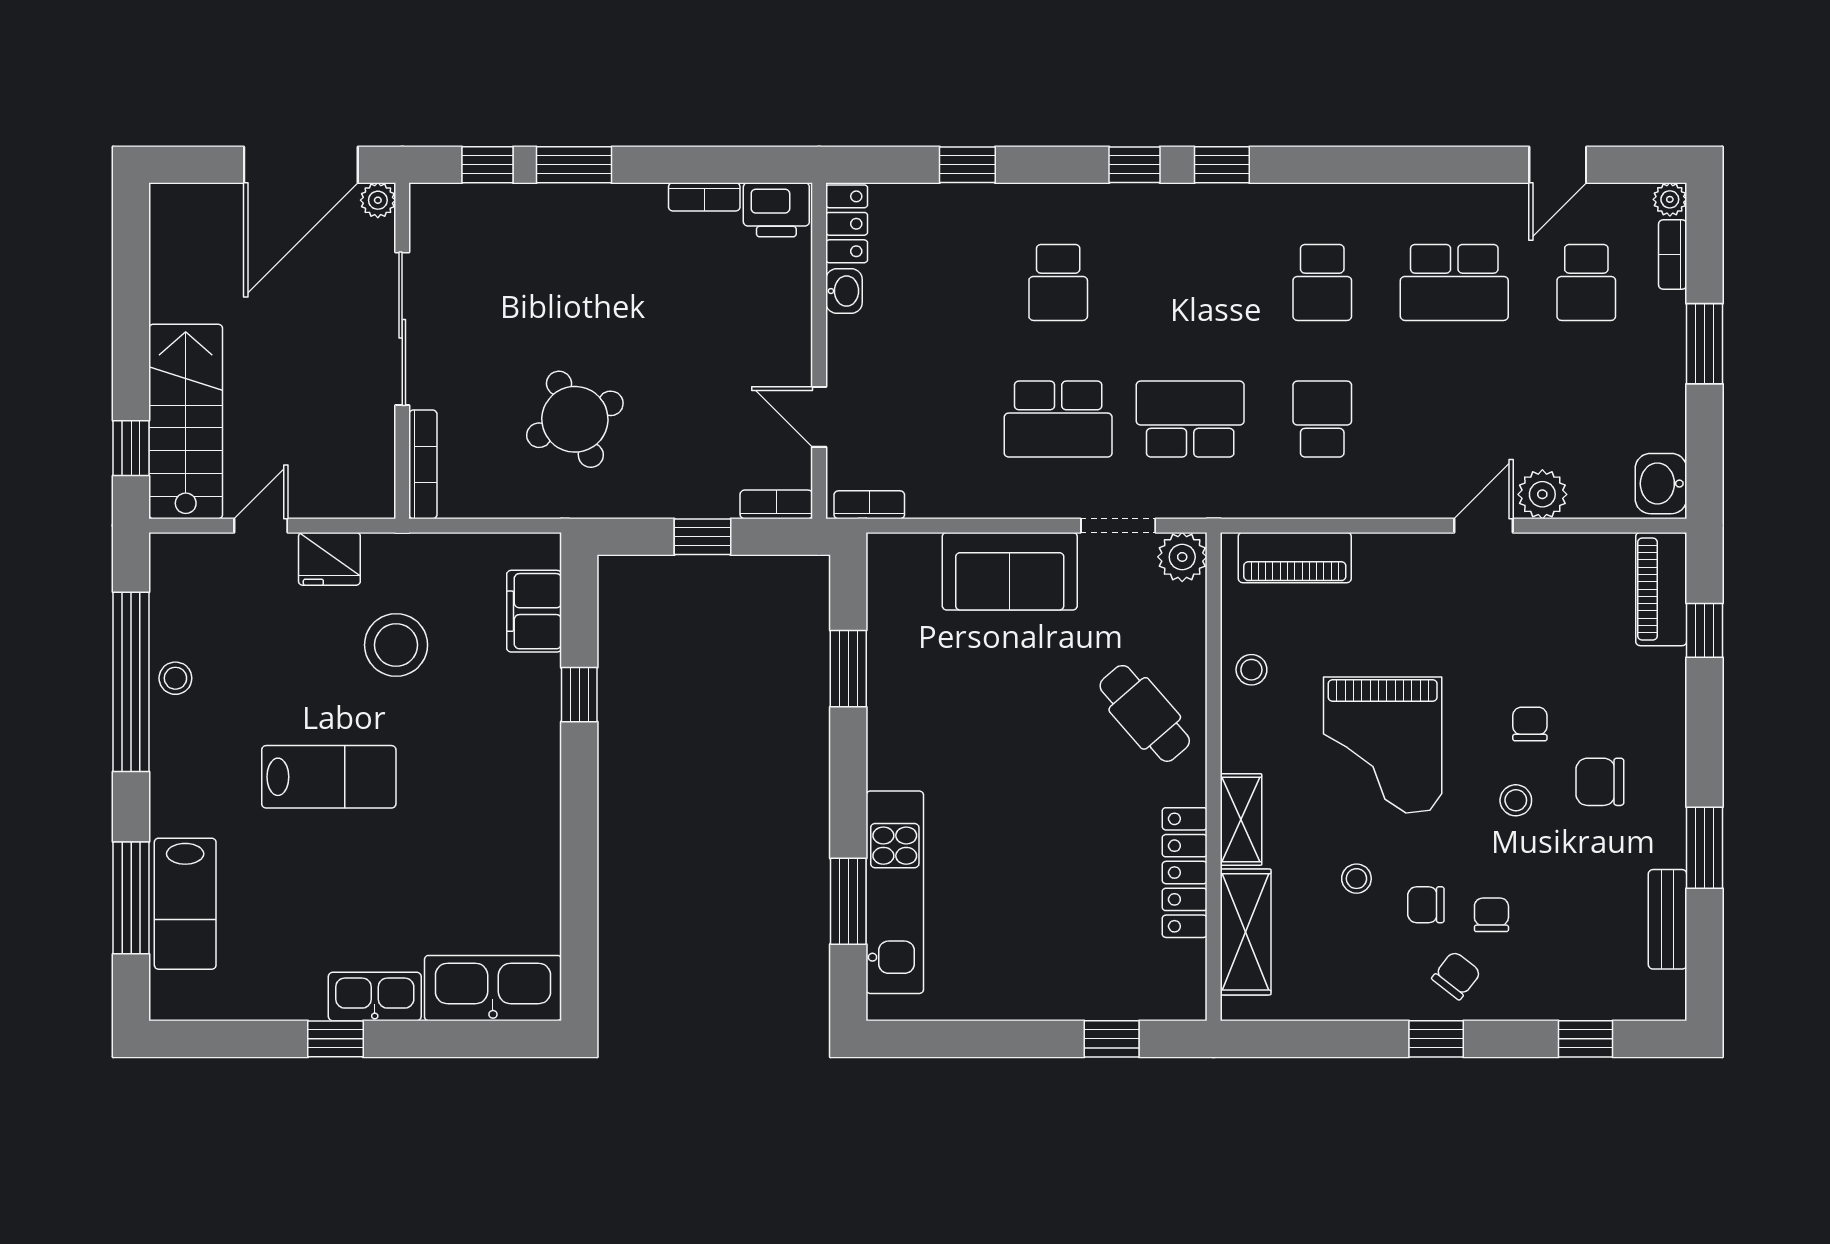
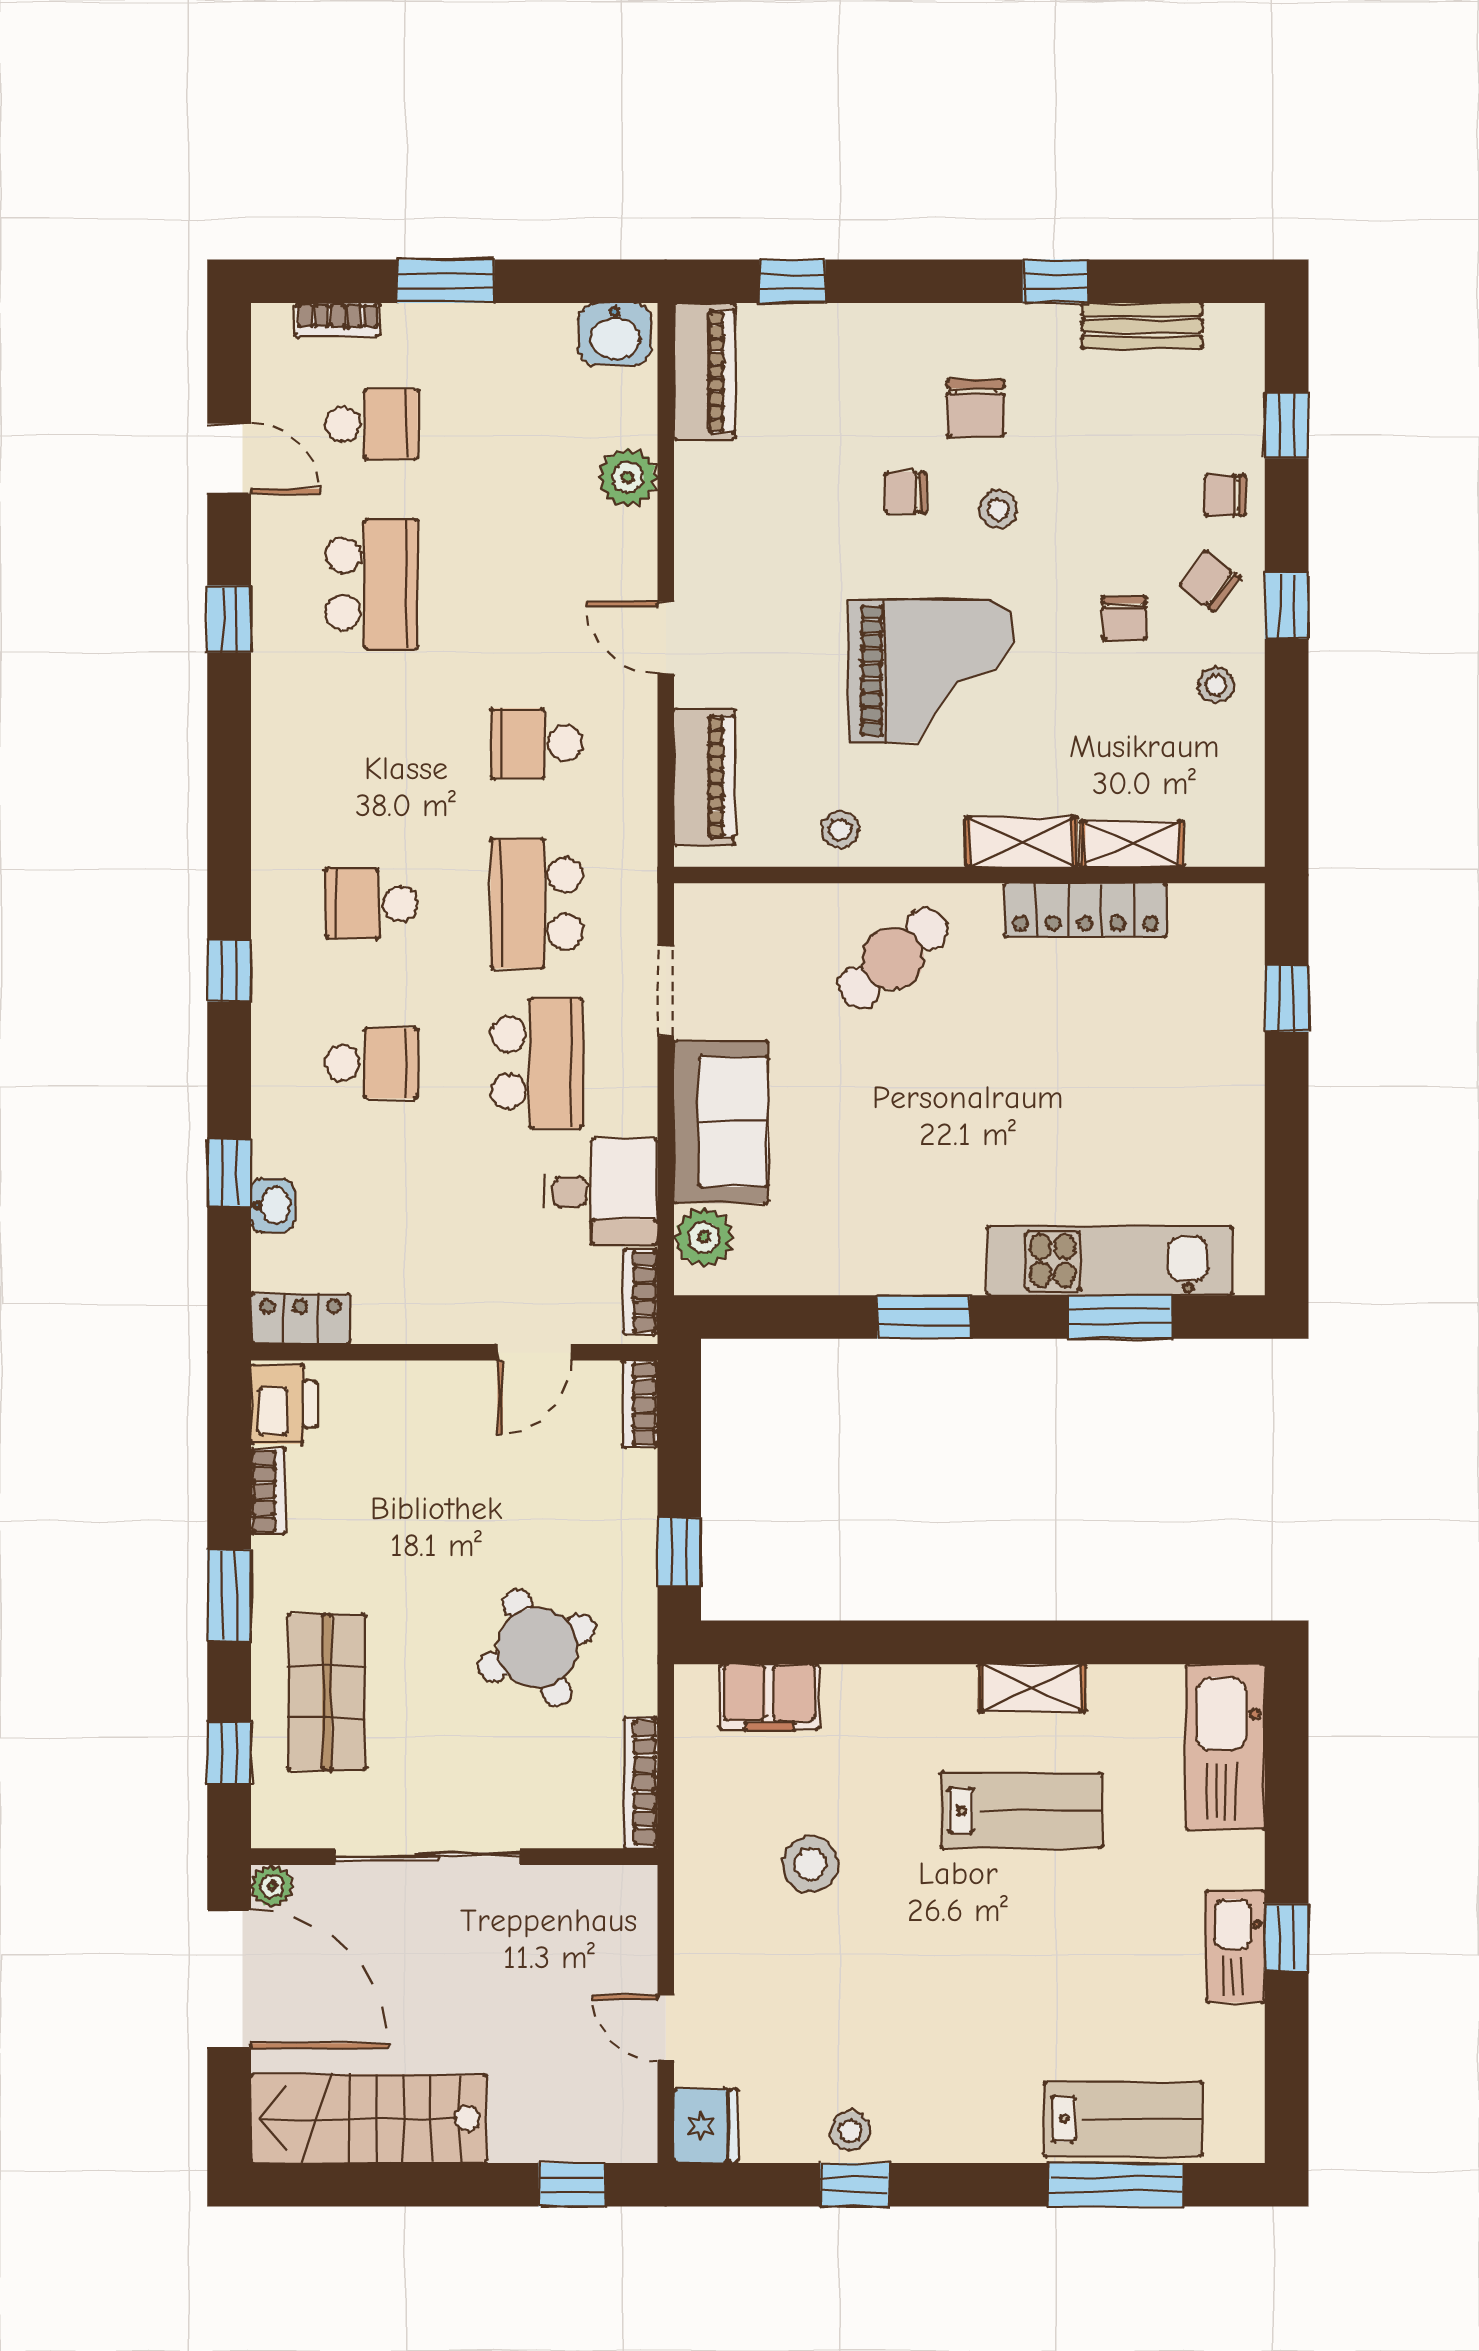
window: (574, 165) -> (229, 1595), moved
window: (1222, 165) -> (229, 619), moved
plant: (1670, 199) -> (271, 323), removed
shop shelf: (538, 245) -> (327, 1692), added
school desk: (1322, 282) -> (372, 903), moved, turned 180
washbasin: (844, 291) -> (273, 1205), moved, turned 90
stairs: (186, 421) -> (369, 2119), moved
bookcase: (423, 464) -> (641, 1783), moved, turned -90
desk: (952, 472) -> (600, 1192), added
door: (1484, 526) -> (666, 638), moved
window: (702, 537) -> (679, 1552), moved
plant: (1182, 557) -> (704, 1237), moved
fridge: (329, 559) -> (706, 2126), moved
piano: (1661, 589) -> (704, 372), moved, turned -90
stool: (396, 645) -> (810, 1864), width x0.73, depth x0.73
window: (848, 669) -> (923, 1317), moved
window: (131, 682) -> (855, 2185), width x0.32
window: (579, 695) -> (870, 1642), removed
lab bench: (329, 777) -> (1022, 1811), moved, turned 90
shelving: (542, 828) -> (1032, 1688), added
window: (1704, 848) -> (1055, 281), width x0.67
stool: (1356, 879) -> (1216, 685), moved
chair: (1491, 915) -> (1225, 495), moved
shelving: (1246, 932) -> (1132, 844), width x0.67, depth x0.75
kitchen sink: (375, 997) -> (1235, 1946), moved

